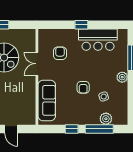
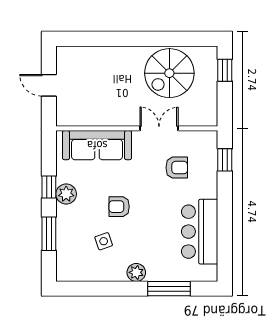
window: (81, 25) -> (225, 160), moved
plant: (106, 119) -> (66, 194), moved
door: (11, 129) -> (49, 85), hinge flipped
window: (99, 129) -> (49, 234), width x0.69

